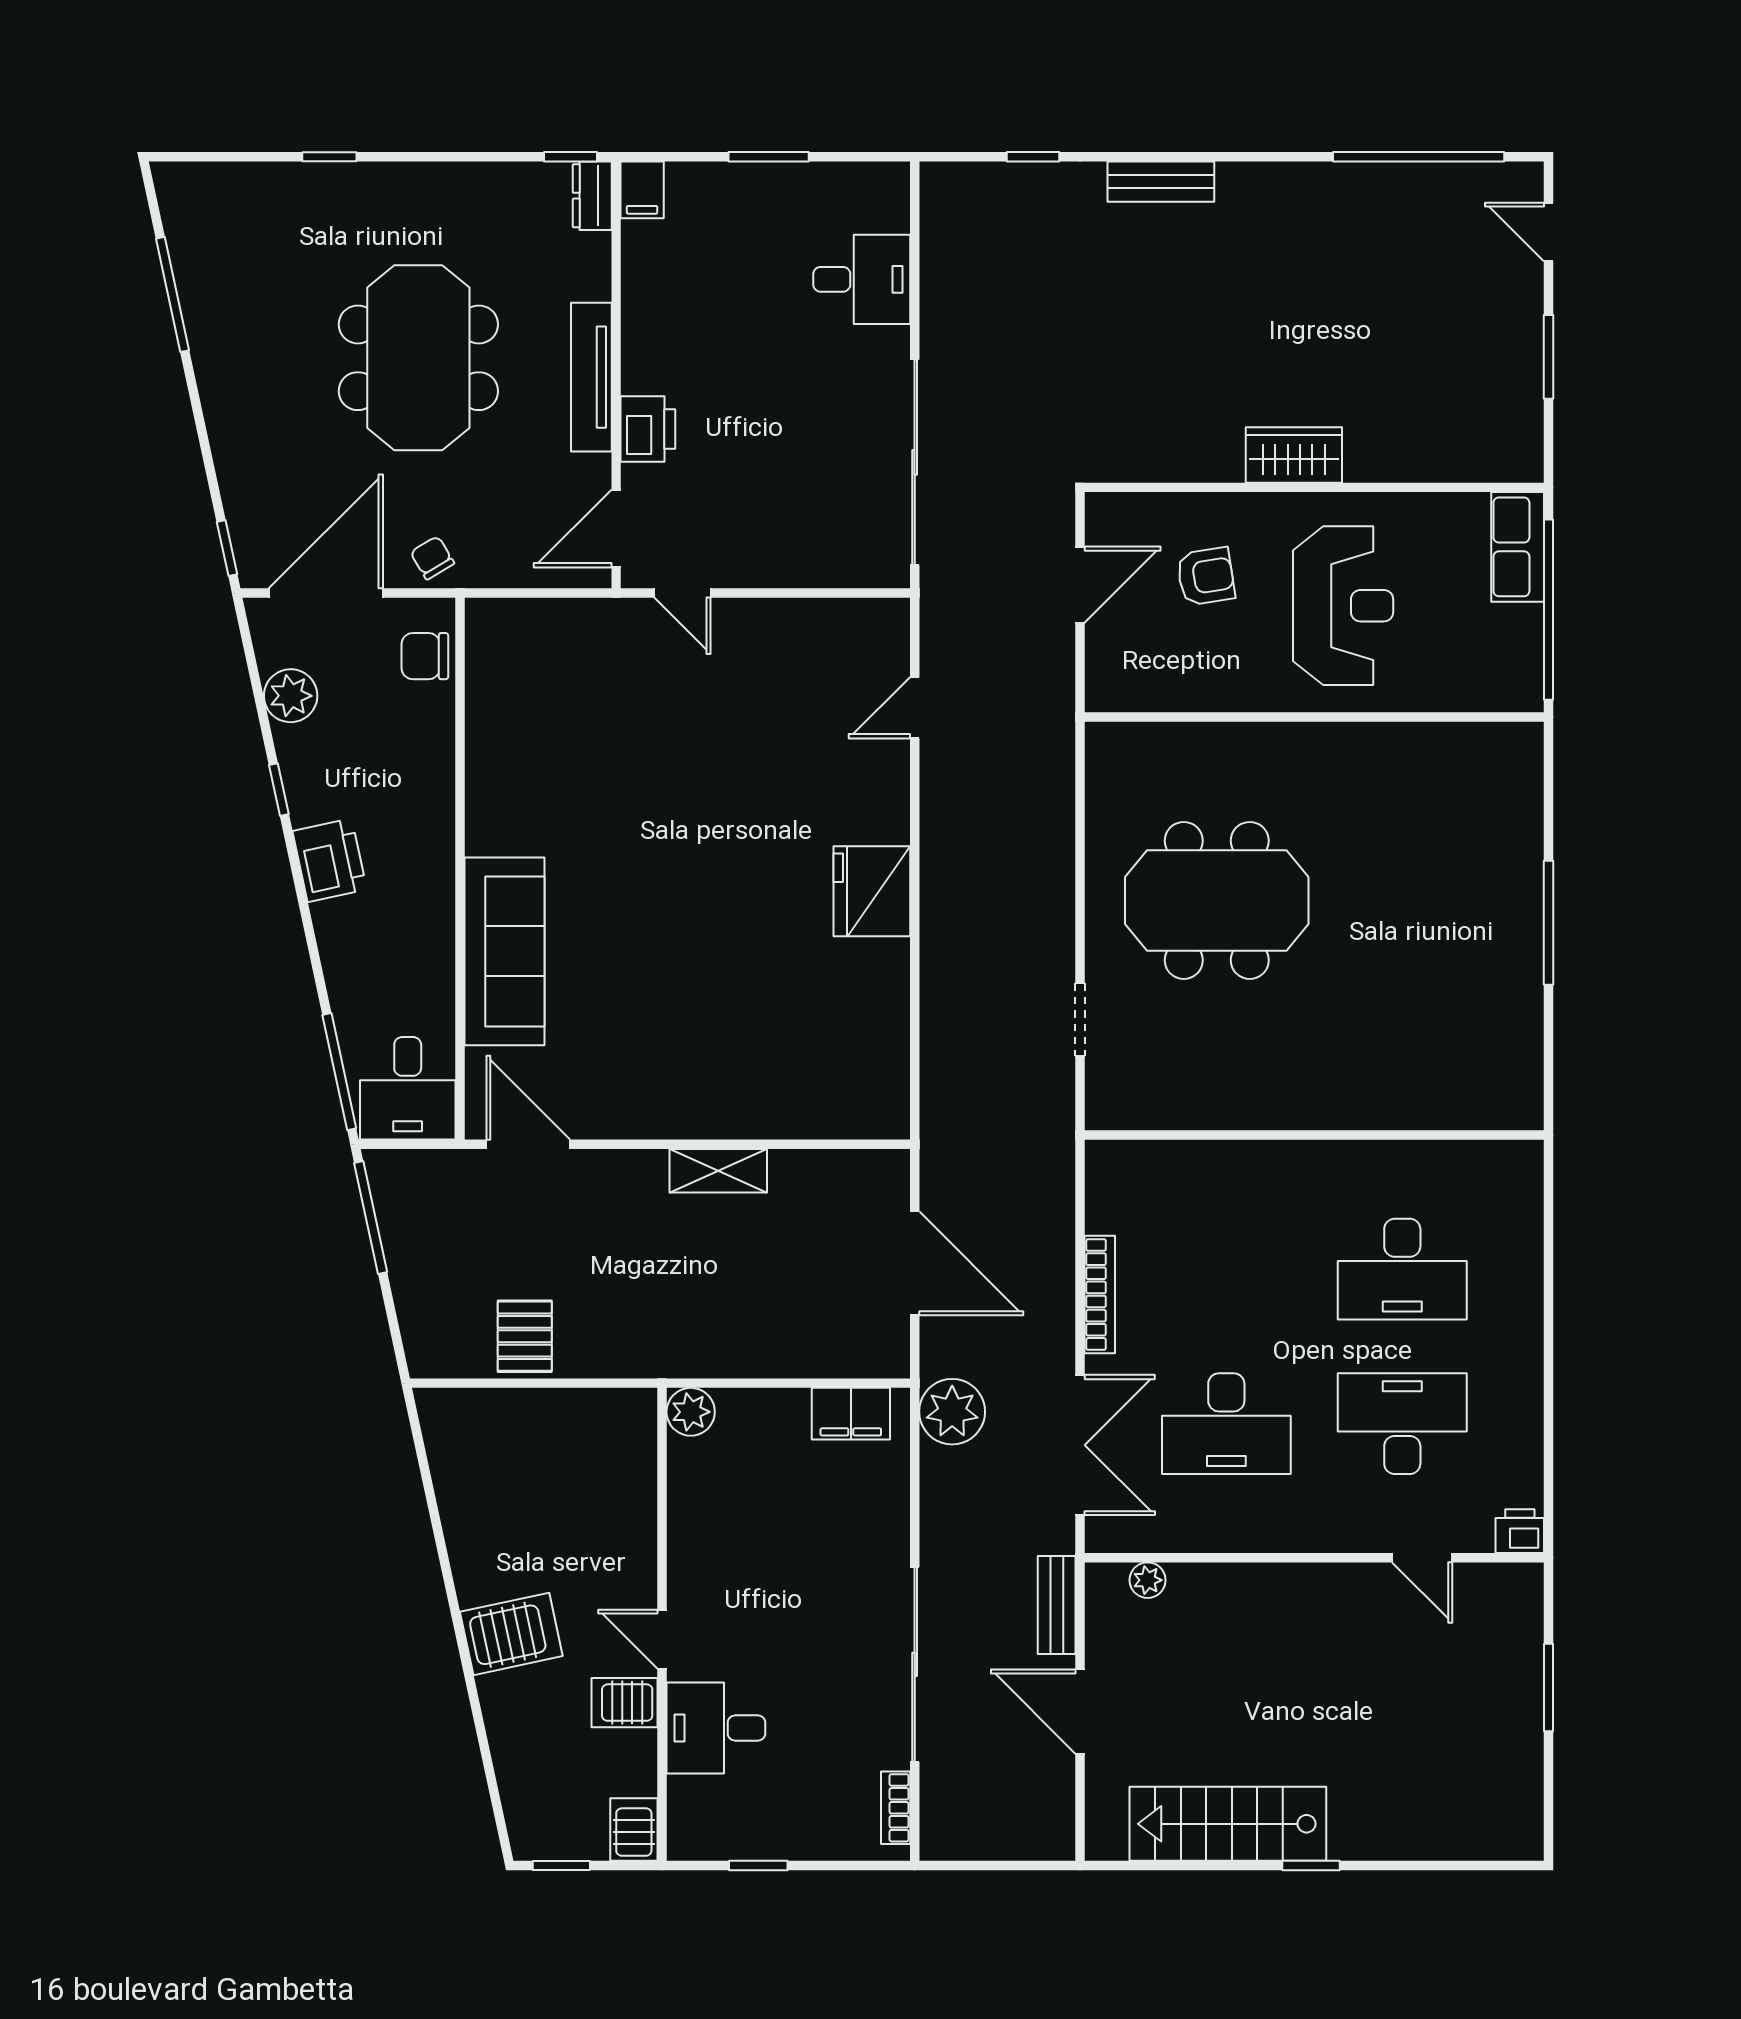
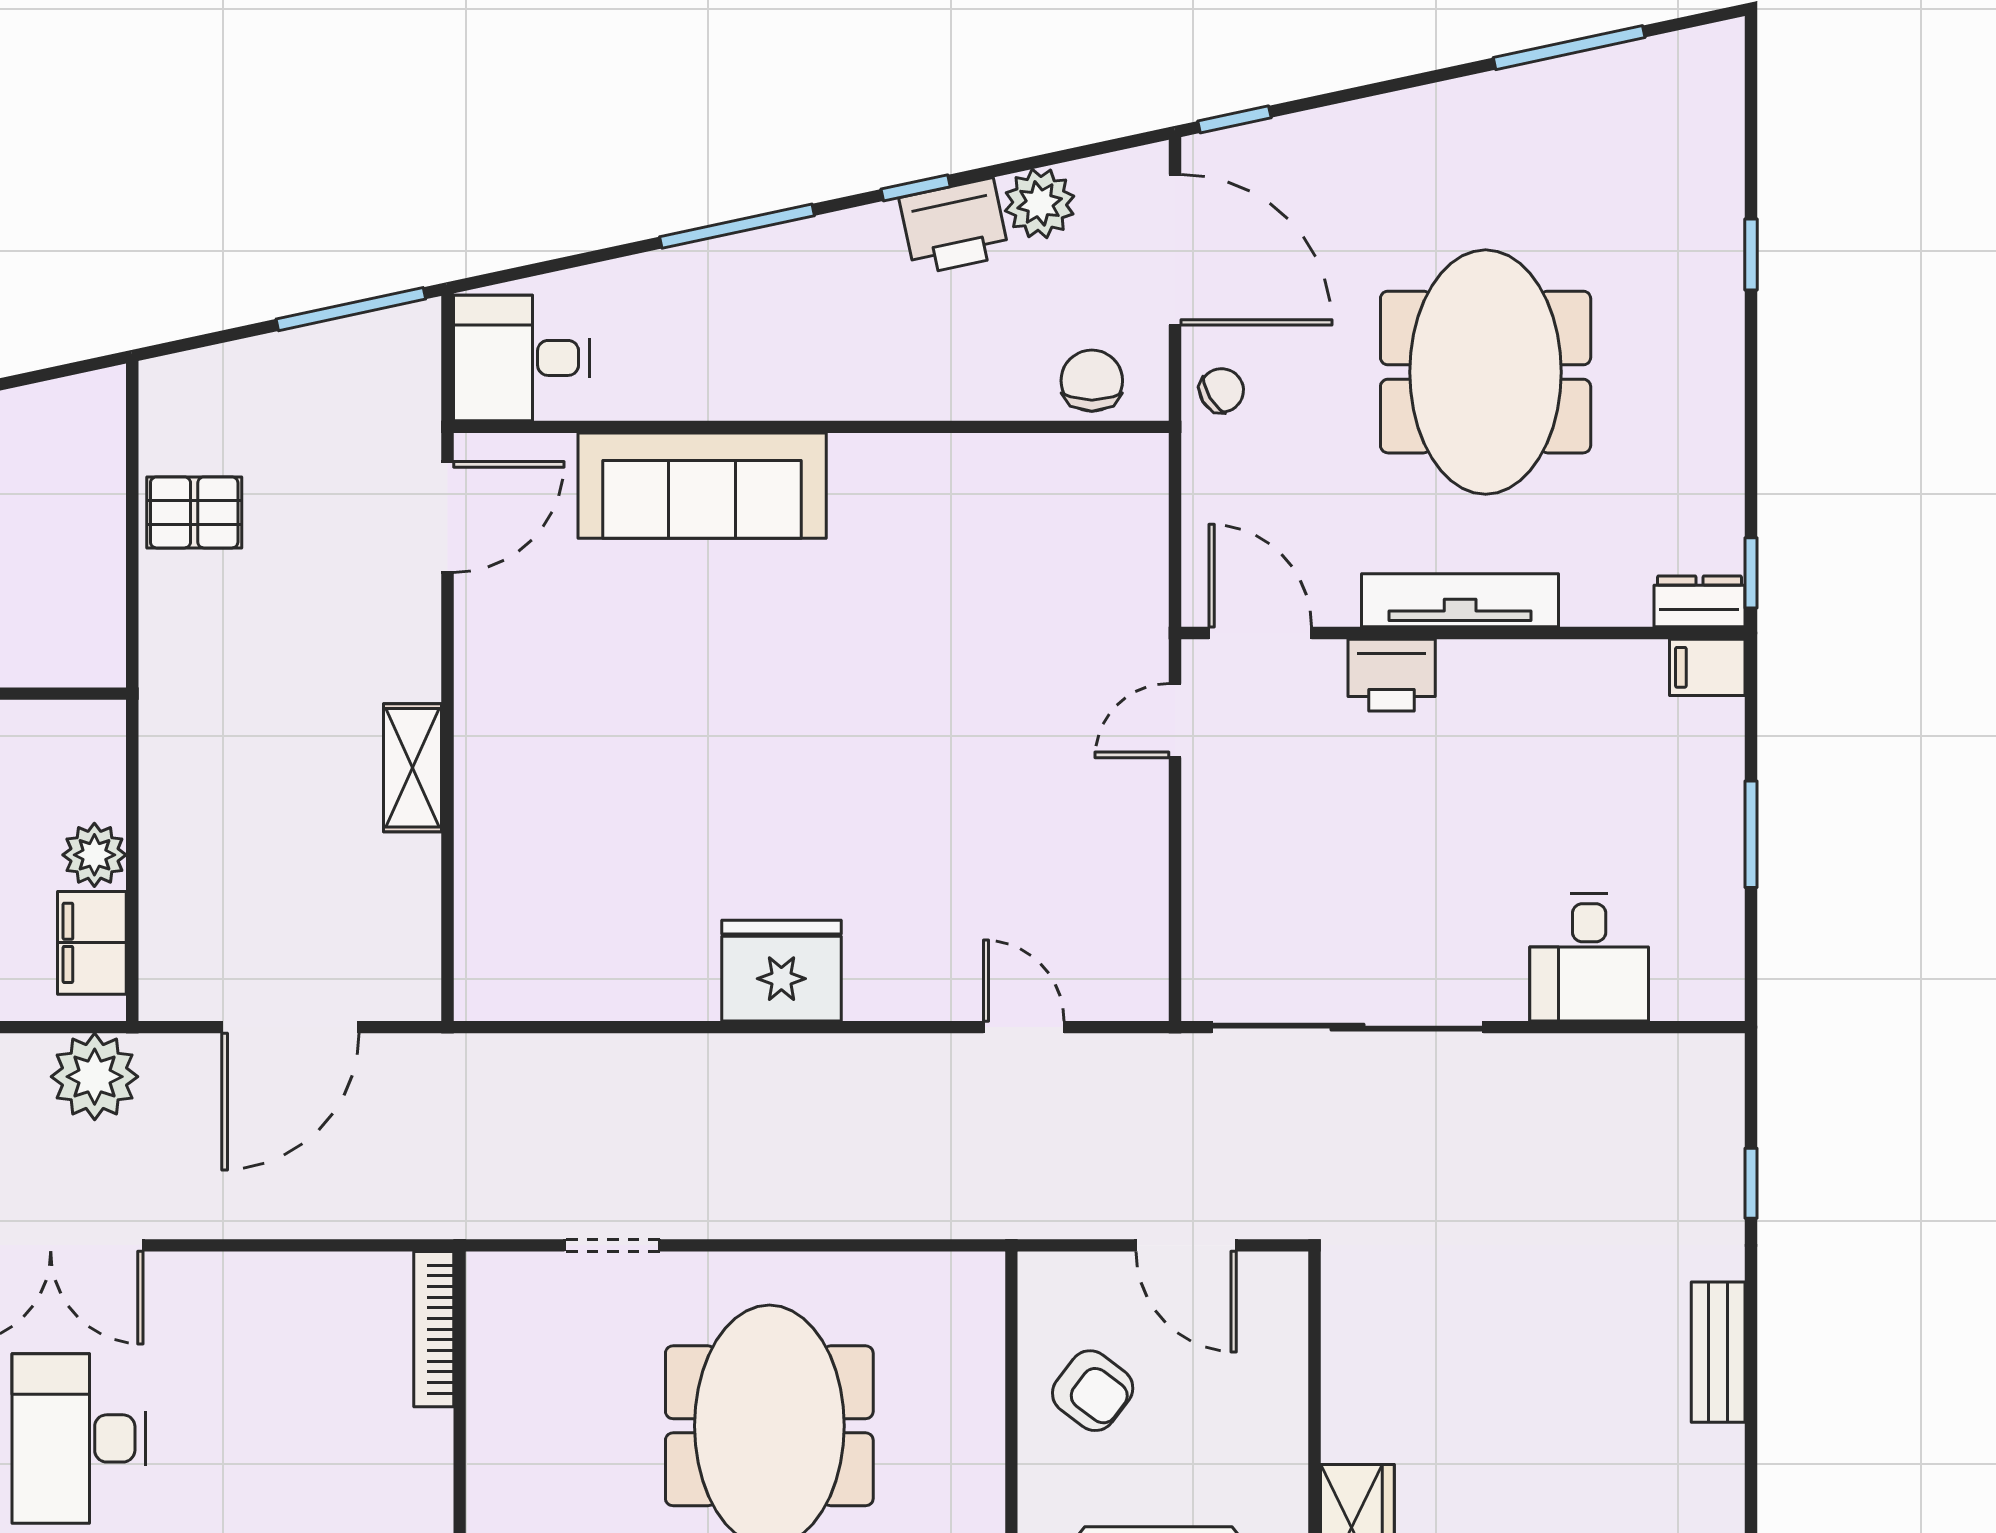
meeting table: (418, 358) -> (1486, 372), turned 90
armchair: (1206, 576) -> (1093, 1391), moved, turned -44
printer: (330, 860) -> (954, 227), moved
window: (339, 1072) -> (737, 226), moved
bookcase: (1100, 1294) -> (434, 1329), moved, turned 90
plant: (691, 1412) -> (94, 855), moved

